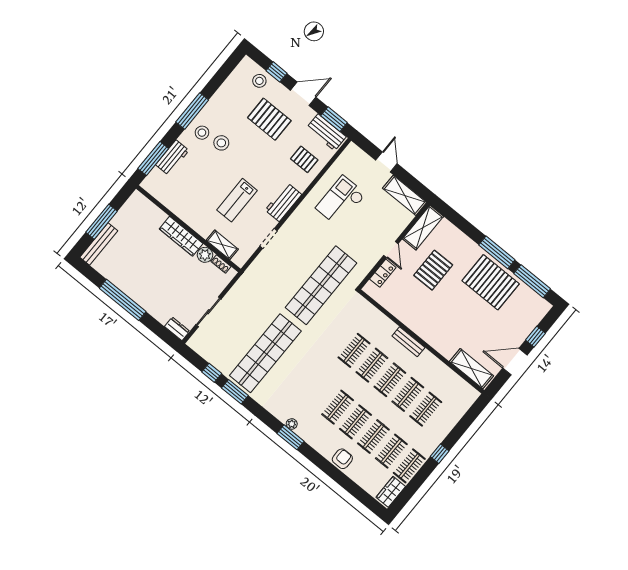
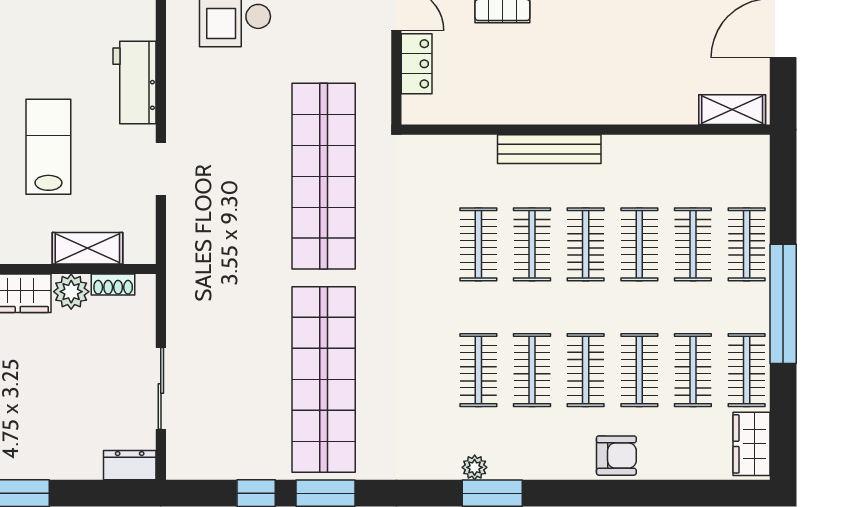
lab bench: (237, 200) -> (48, 147), turned 180
bench: (408, 342) -> (549, 149), width x1.36
shelving: (471, 369) -> (732, 110), width x0.67, depth x0.75
clothes rail: (320, 392) -> (478, 370), added
clothes rail: (444, 424) -> (747, 244), added
window: (440, 454) -> (783, 304), width x3.17
armchair: (342, 459) -> (616, 456), turned 90

